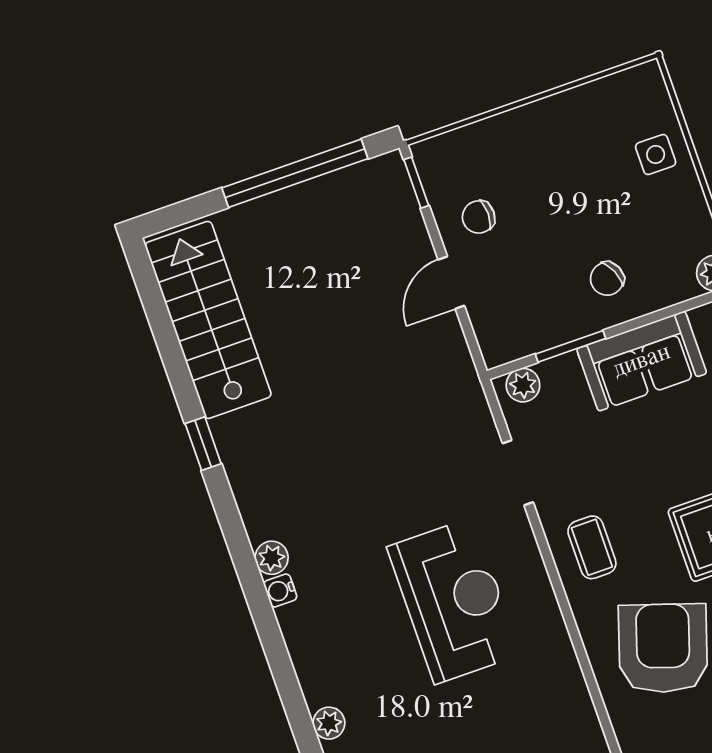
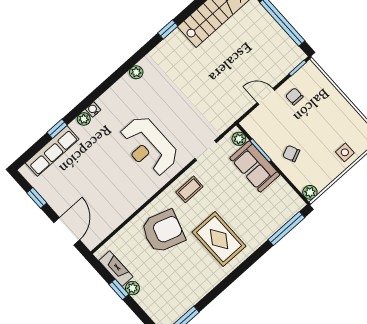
sofa: (642, 361) -> (255, 166), moved
water cooler: (280, 590) -> (93, 109), moved
reception desk: (454, 601) -> (148, 146), turned 90

